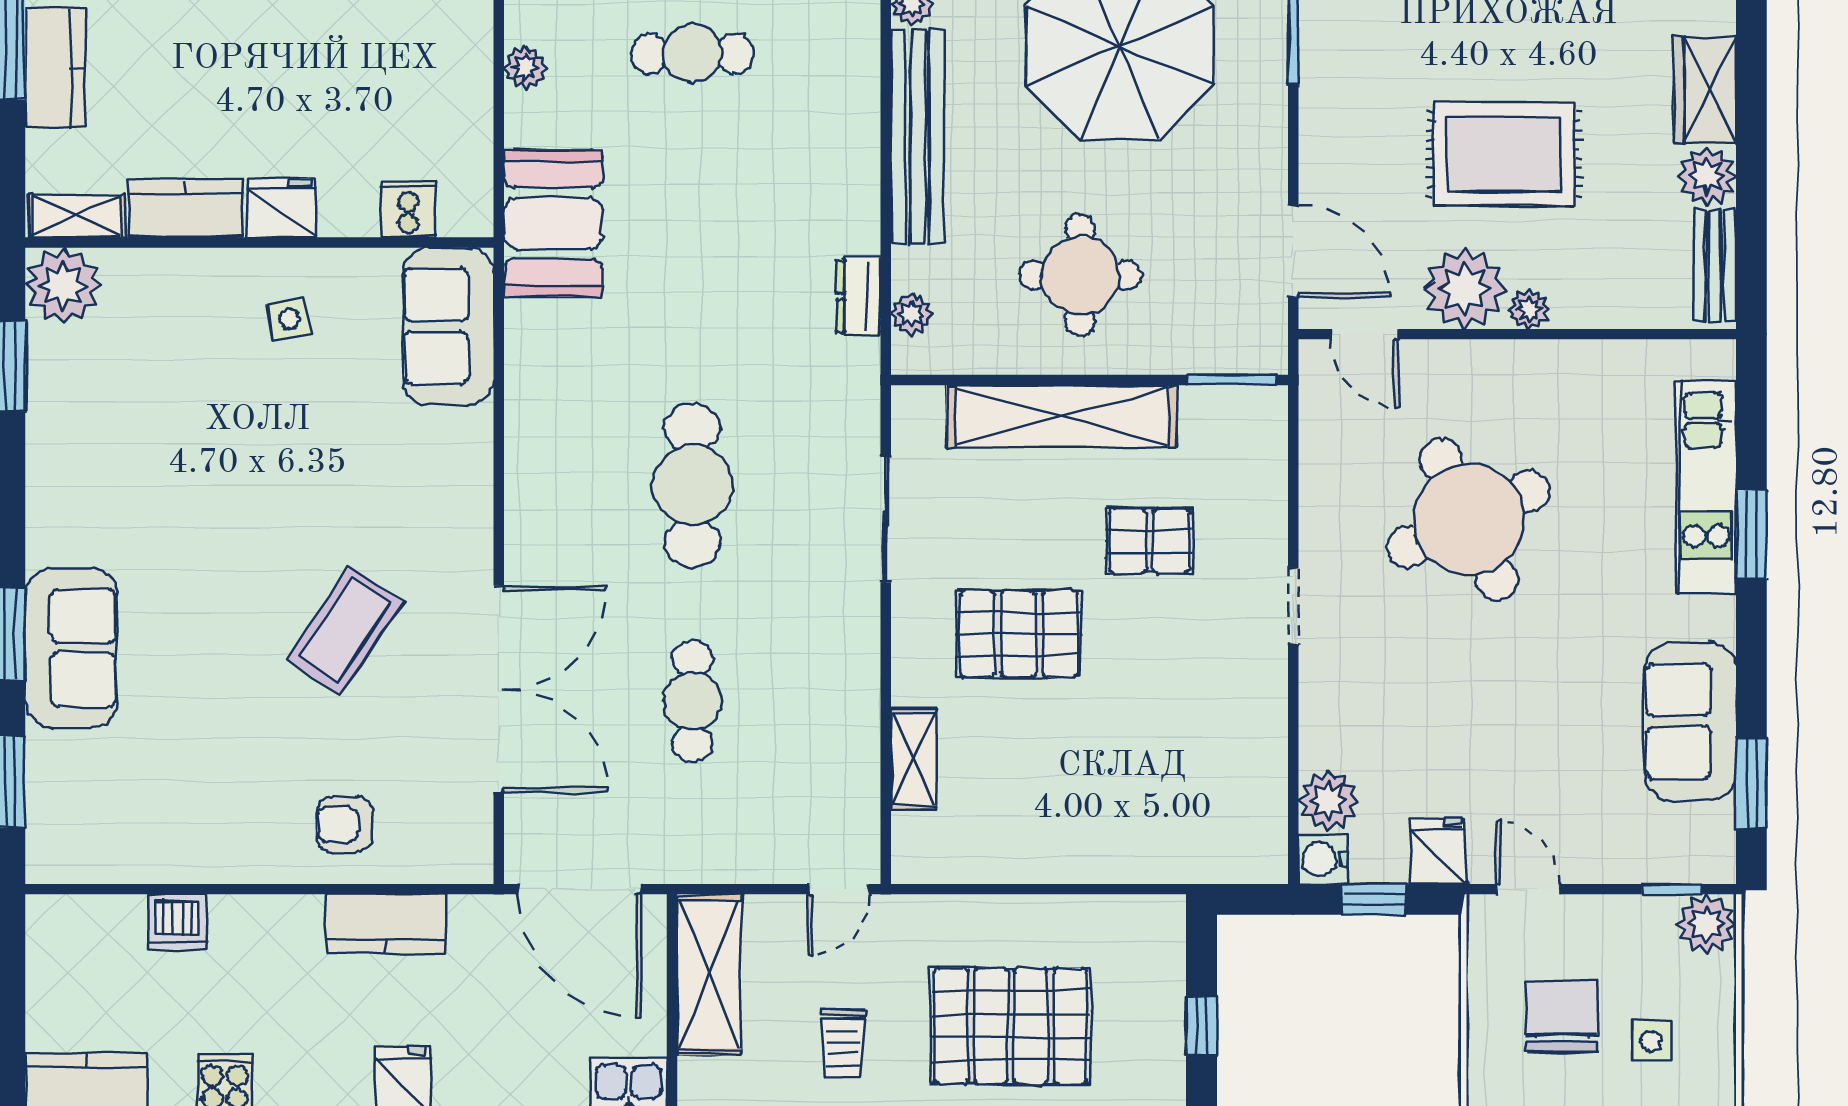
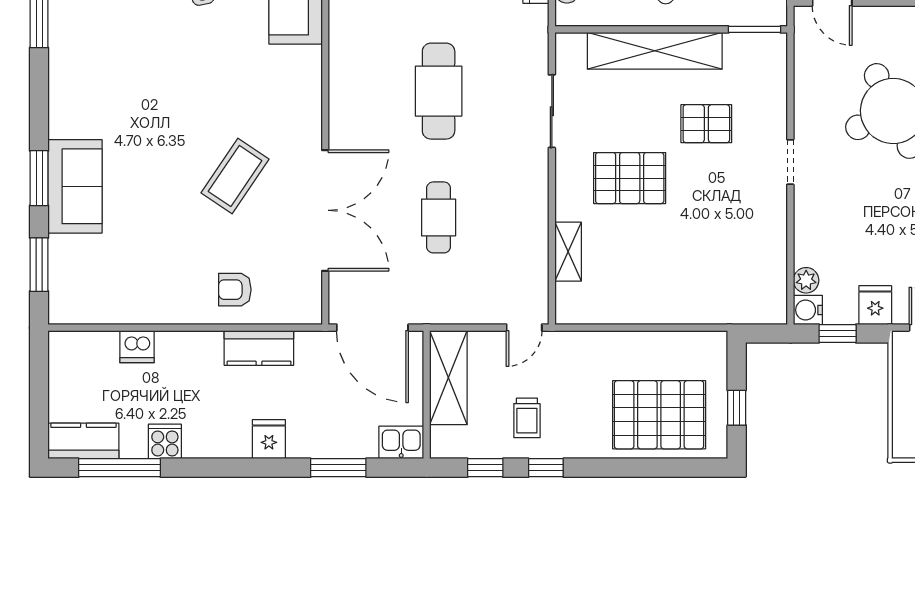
plant: (1328, 800) -> (806, 280), width x0.73, depth x0.73
pallet: (1011, 1026) -> (659, 415), moved

